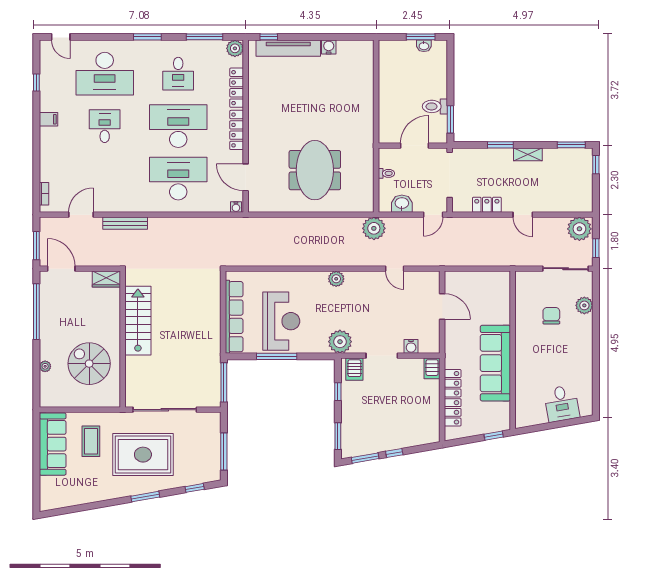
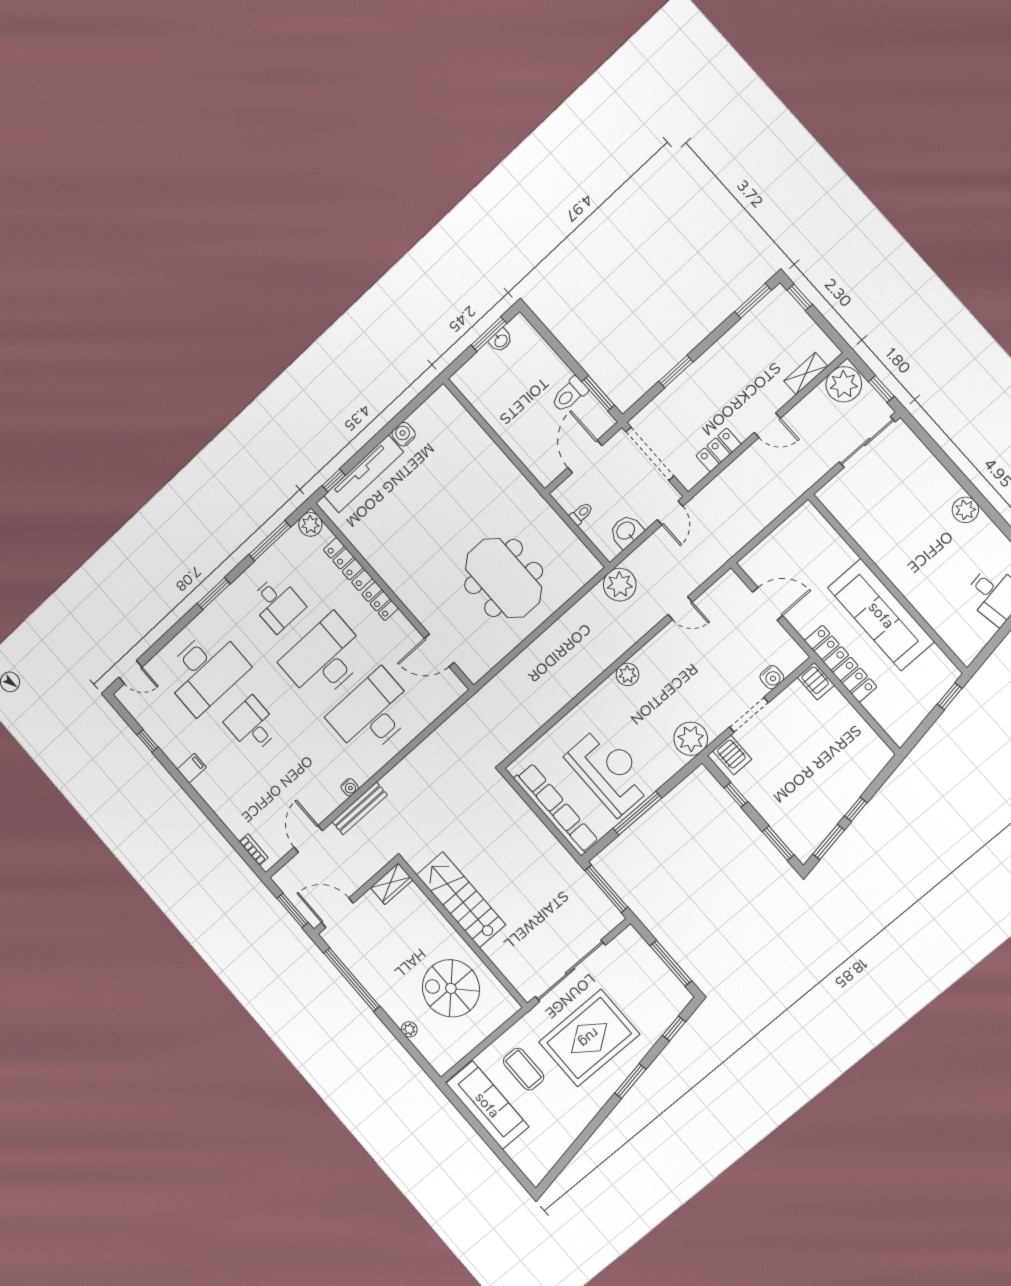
locker: (237, 130) -> (380, 601), width x0.66
shelving: (528, 154) -> (806, 374), moved
water cooler: (236, 207) -> (350, 787), moved
plant: (584, 305) -> (965, 510), moved
chair: (551, 316) -> (897, 508), removed
locker: (453, 398) -> (841, 664), moved

